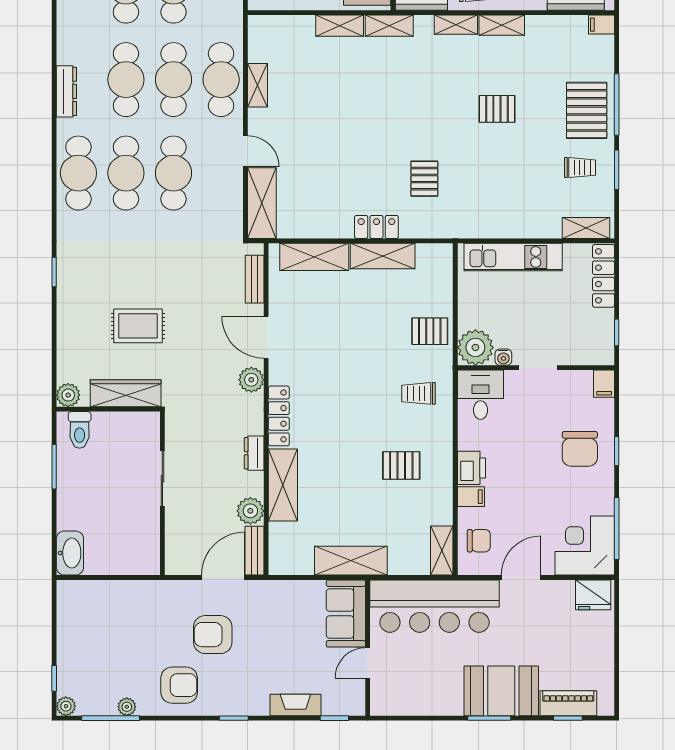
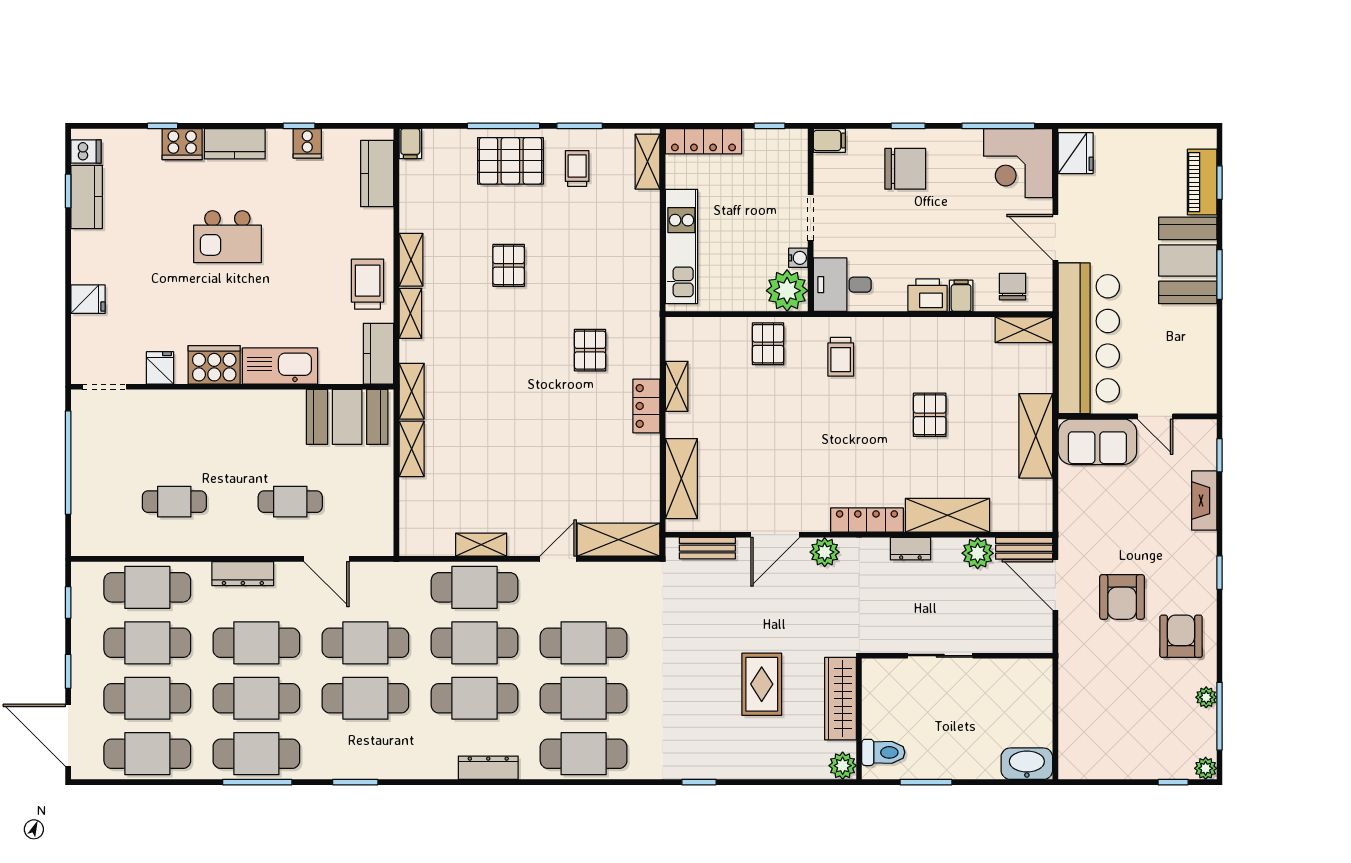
pallet: (424, 179) -> (590, 350), turned 90
shelving: (383, 256) -> (677, 386), width x0.67, depth x0.75
pallet: (401, 465) -> (930, 415), moved

